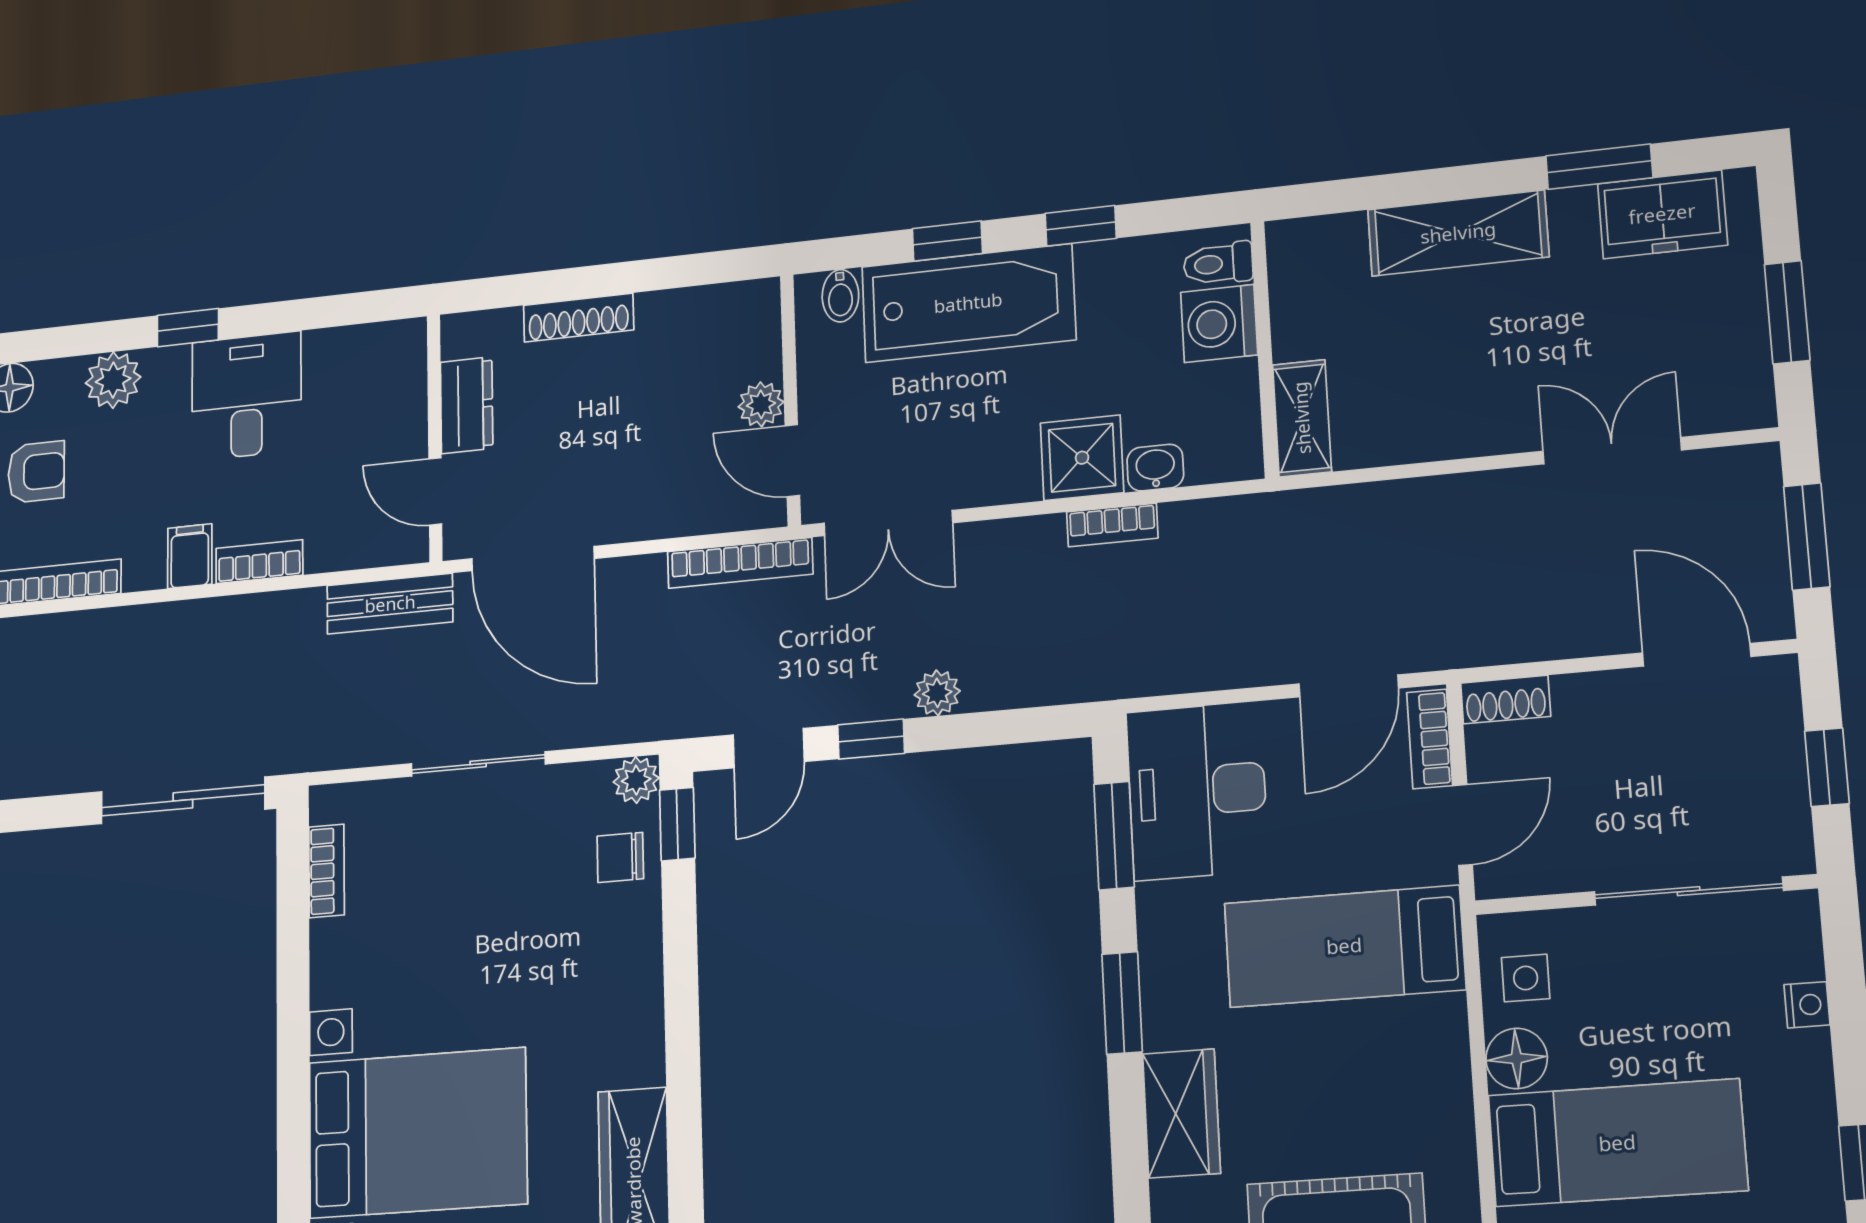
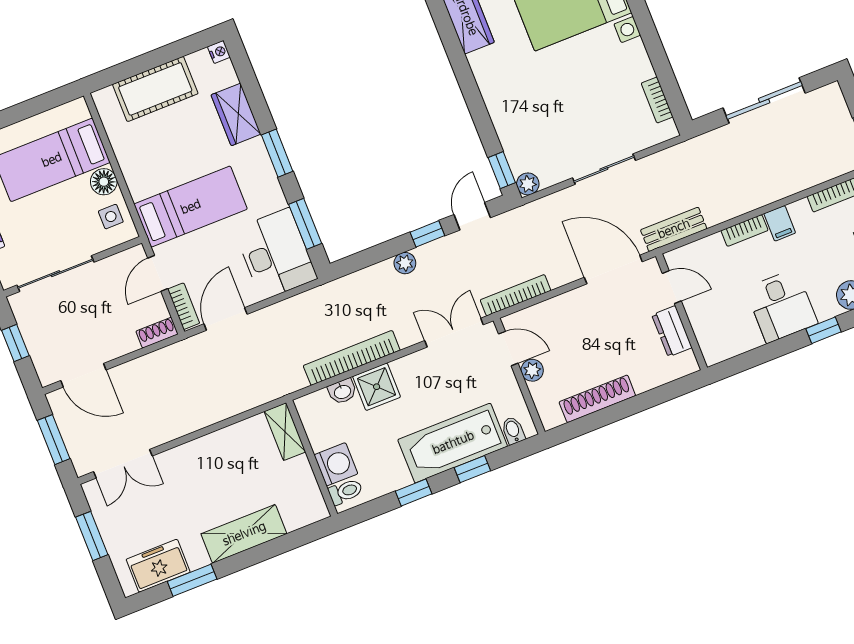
shoe rack: (579, 318) -> (597, 399), moved, width x1.36, depth x1.24
double door: (1612, 451) -> (123, 464), moved
bookcase: (1112, 525) -> (352, 358), width x2.31, depth x1.31
sliding door: (183, 800) -> (764, 101), moved
chair: (620, 857) -> (522, 148), removed

